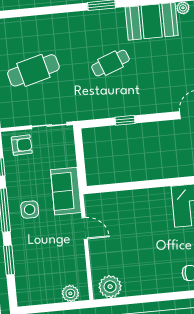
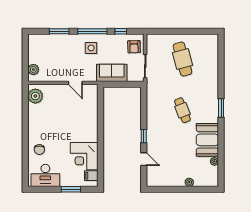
window: (125, 120) -> (144, 136), moved
sofa: (66, 191) -> (112, 73), moved
door: (85, 228) -> (75, 83), hinge flipped

